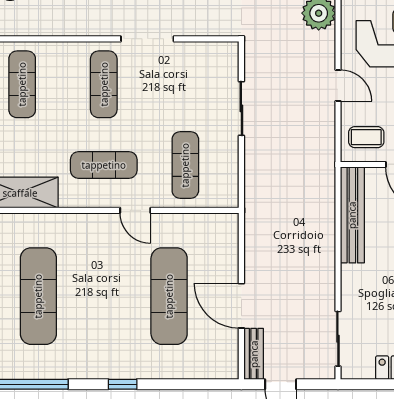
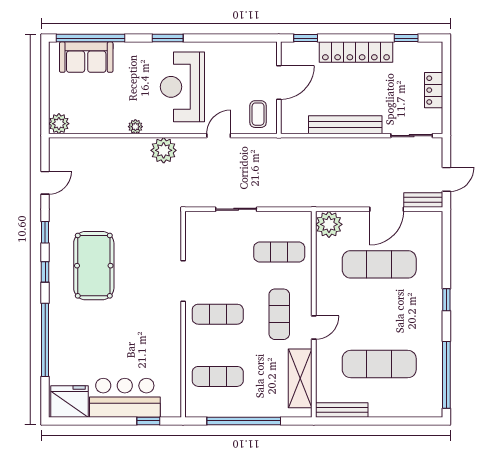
door: (135, 210) -> (314, 328), moved
bench: (352, 215) -> (345, 125), moved
plant: (222, 230) -> (329, 224), added

